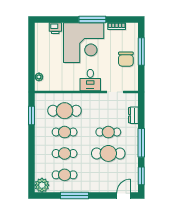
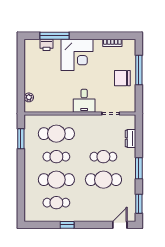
window: (92, 20) -> (55, 36), moved
corner desk: (84, 43) -> (77, 55), width x0.74, depth x0.74
chair: (126, 59) -> (122, 78), turned 90
window: (141, 143) -> (139, 168), width x0.69
cafe table: (65, 153) -> (56, 180), width x1.37, depth x1.35
plant: (42, 185) -> (32, 214), removed
window: (75, 196) -> (67, 225), width x0.46

